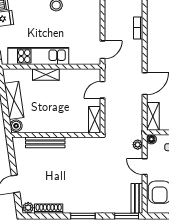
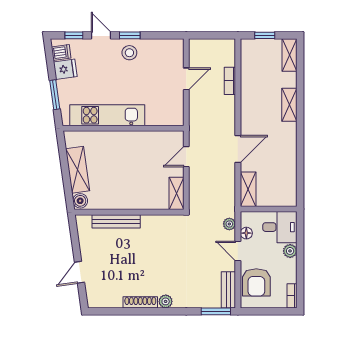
door: (103, 50) -> (186, 79), moved
shelving: (46, 74) -> (117, 138), removed
floor lamp: (151, 139) -> (246, 233), moved
plant: (28, 208) -> (166, 301), moved
shoe rack: (49, 209) -> (140, 302), moved
window: (83, 216) -> (162, 311), removed

